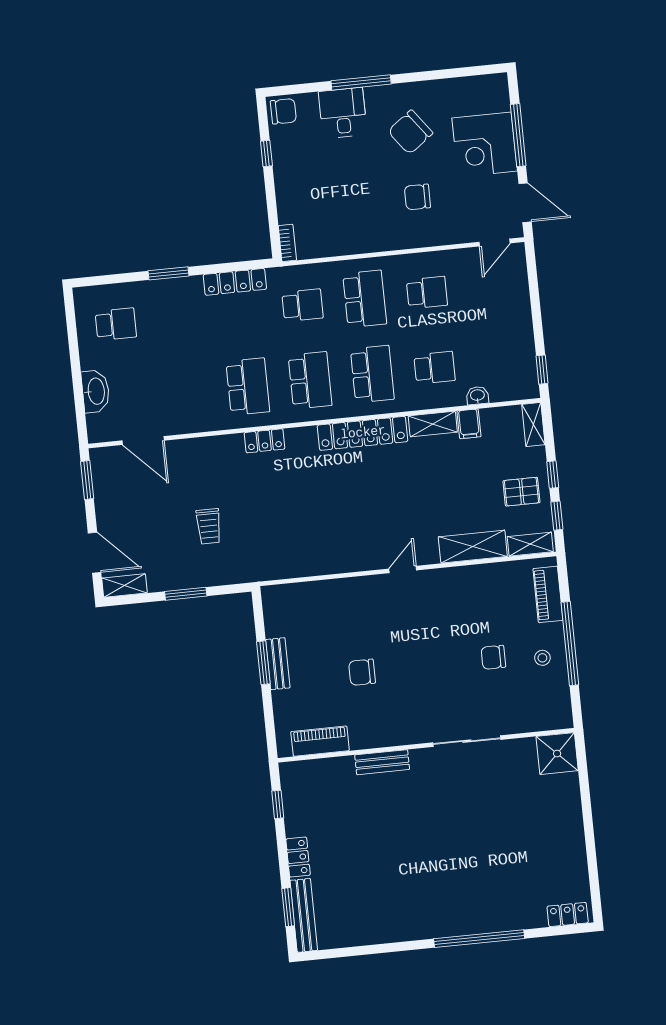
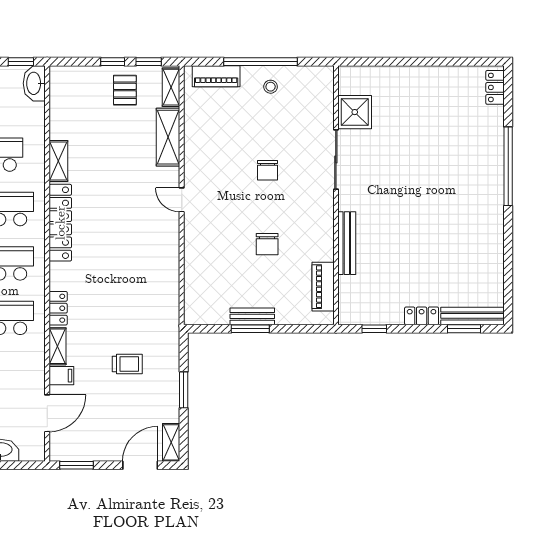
washbasin: (477, 396) -> (34, 83), moved, width x1.91, depth x1.45
filing cabinet: (469, 424) -> (61, 376), moved
shelving: (533, 425) -> (57, 346), moved, turned 90
chair: (493, 657) -> (267, 170), moved
shower: (557, 754) -> (355, 112), moved
bench: (382, 762) -> (347, 243), width x1.36

